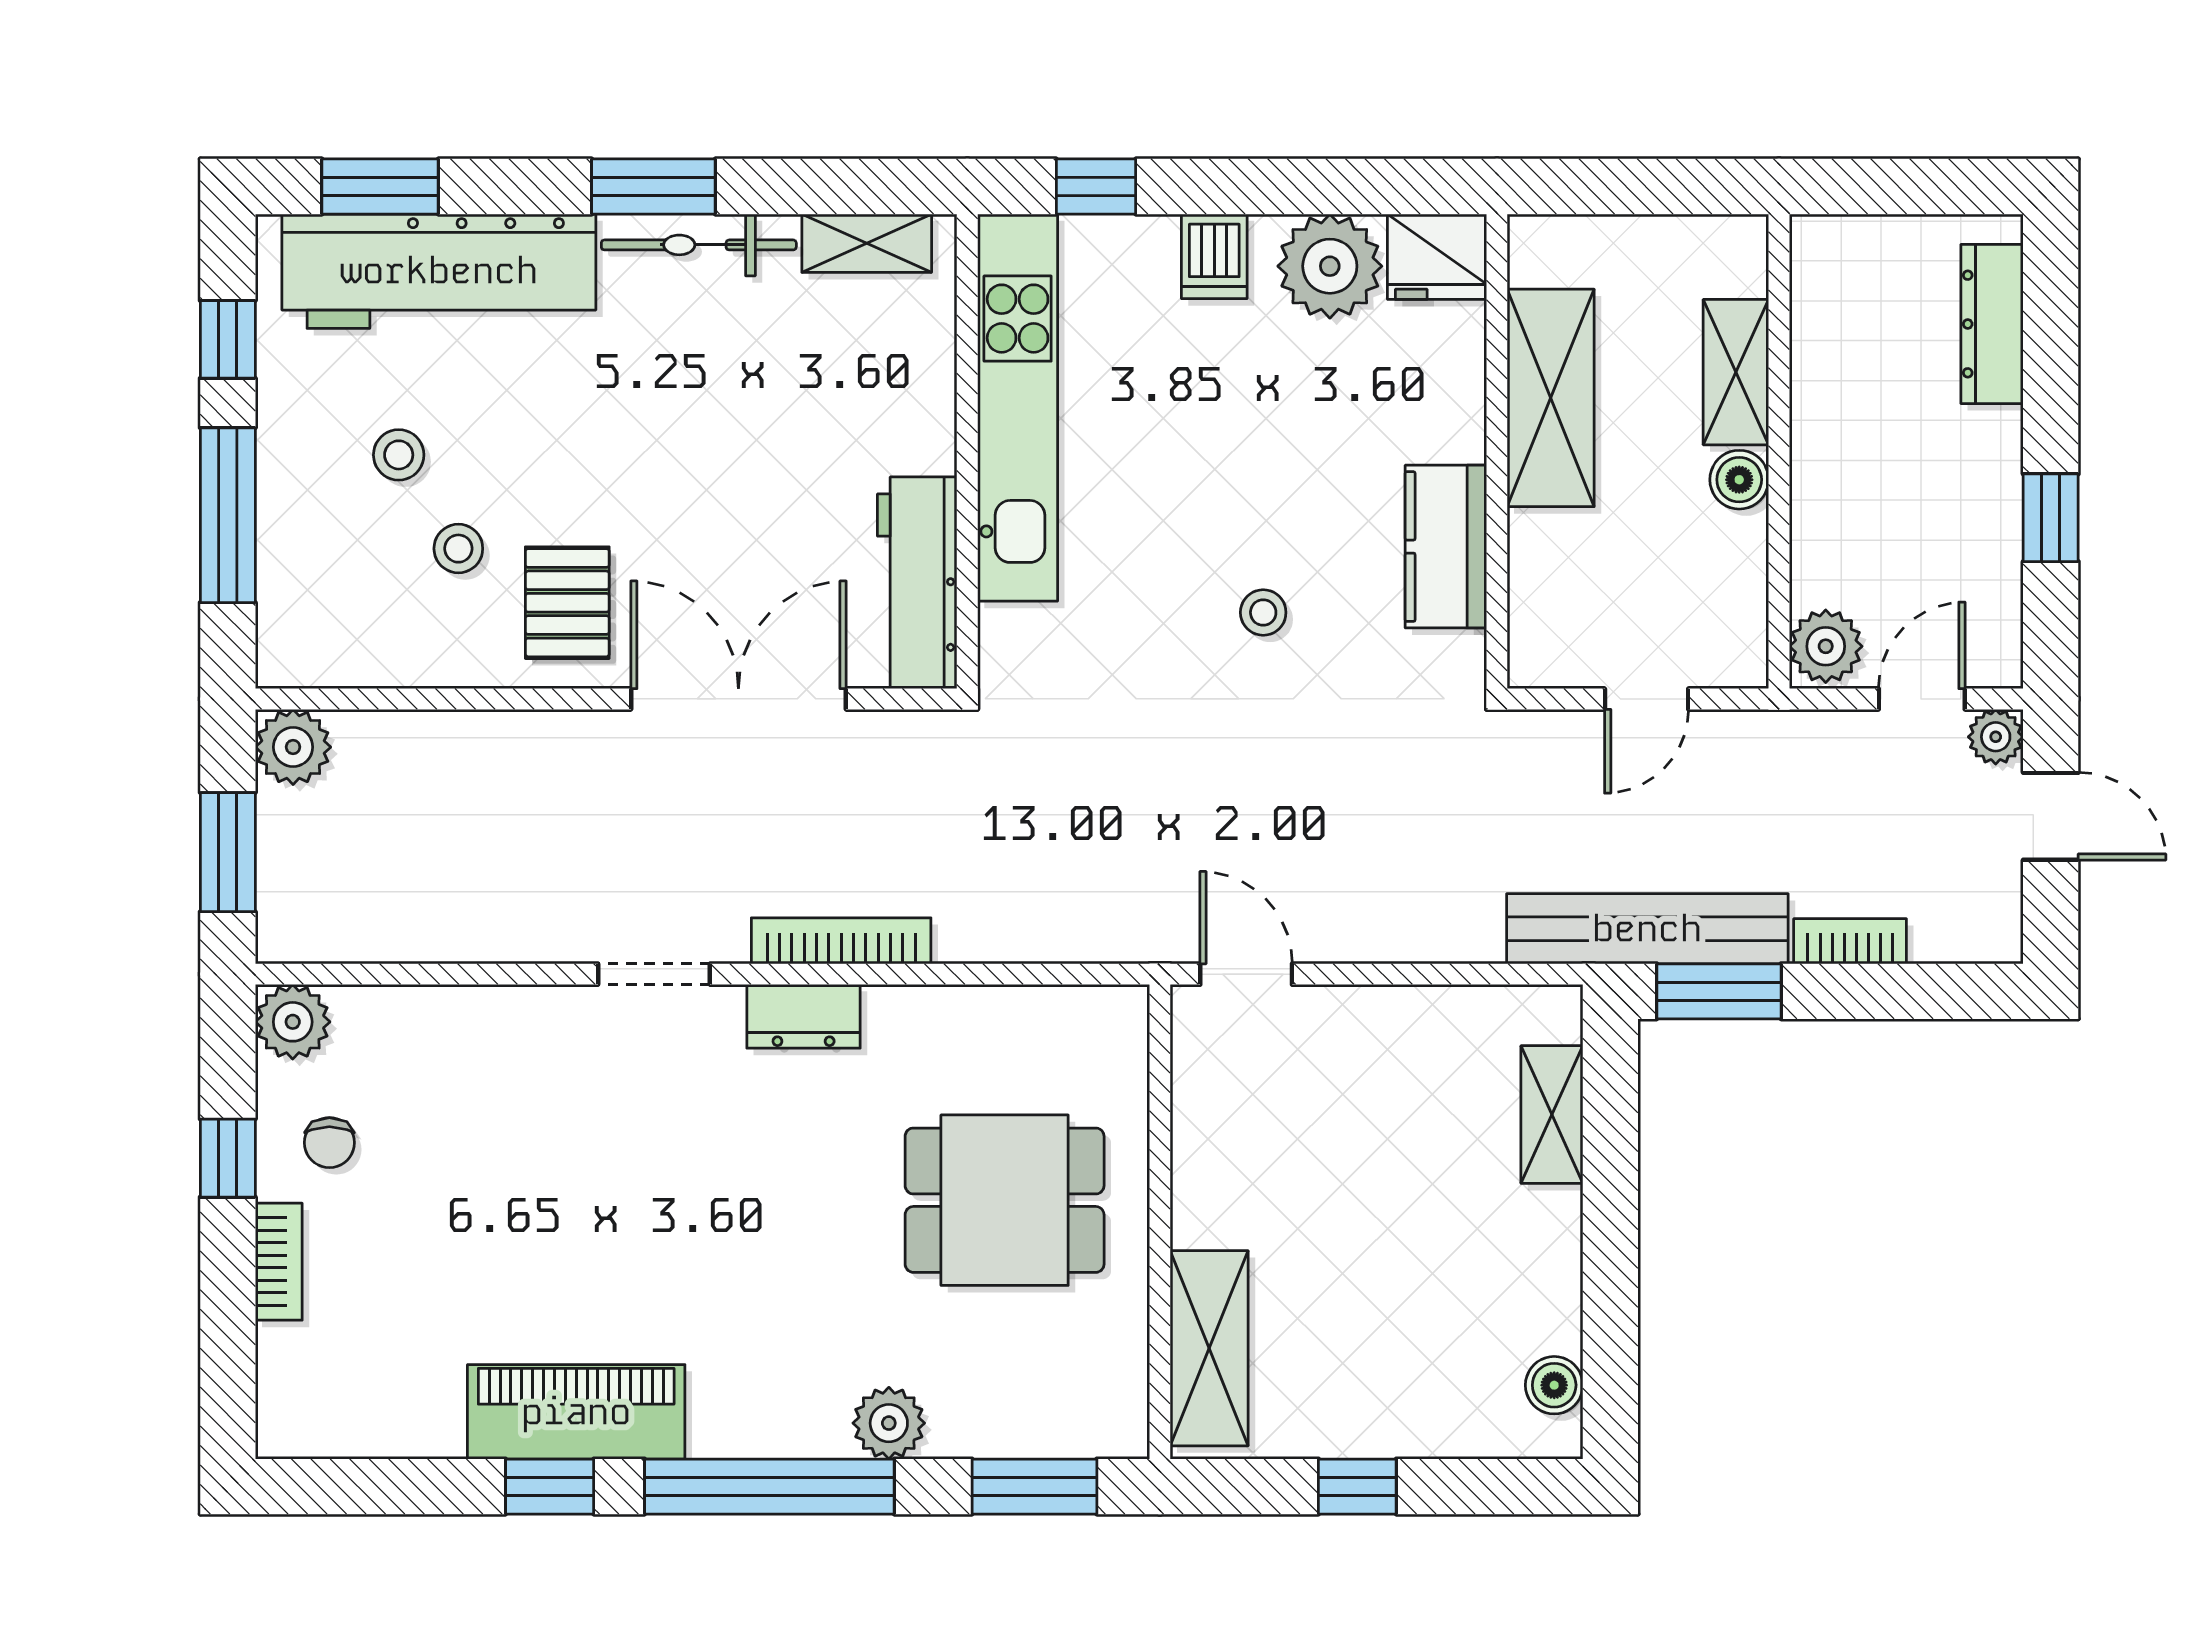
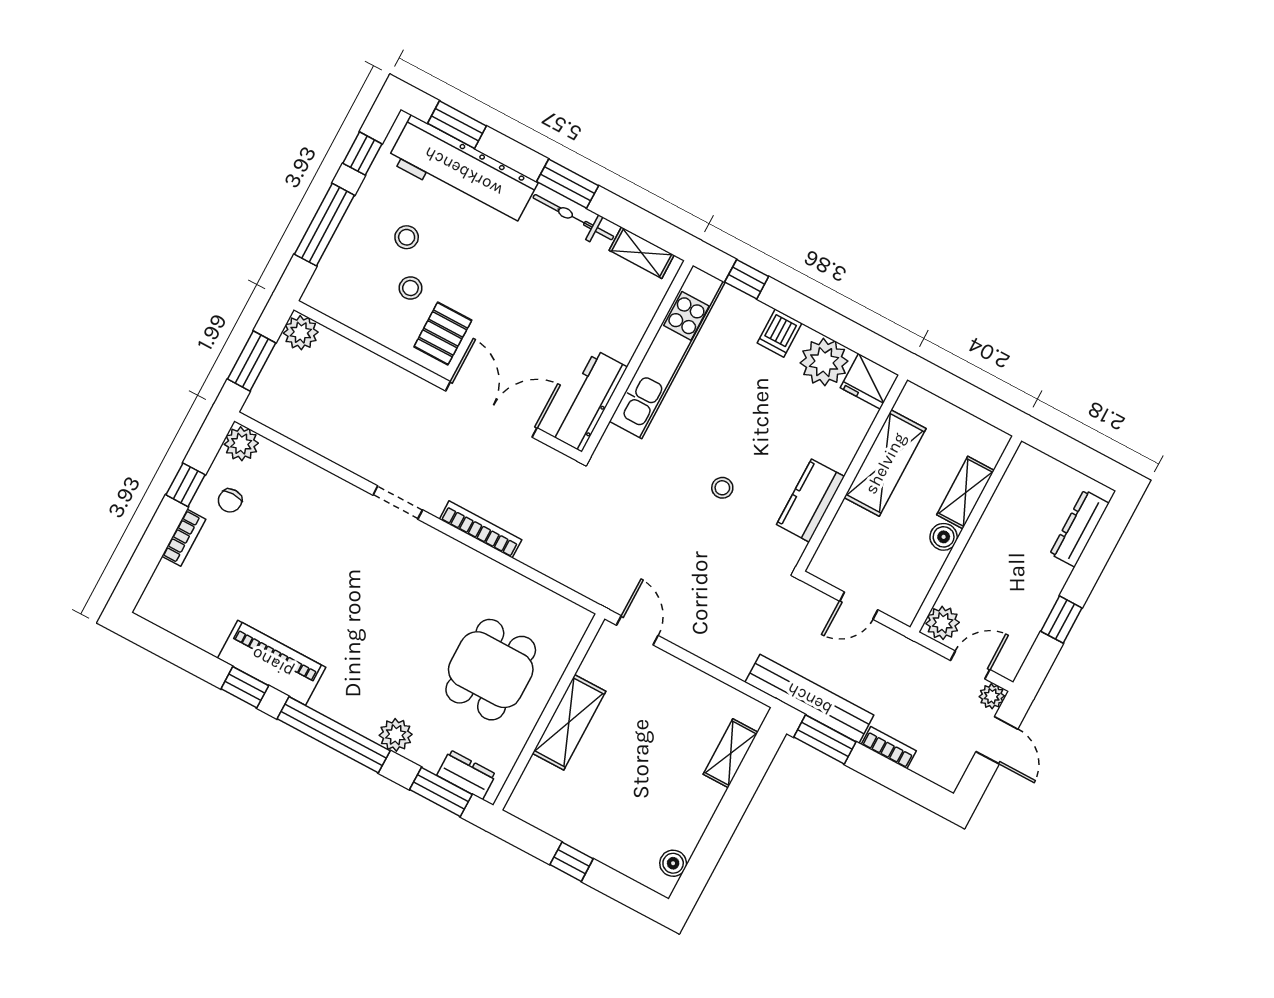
dresser: (804, 1016) -> (466, 775), moved, turned 180
dining table: (1005, 1200) -> (491, 670), turned 90
shelving: (1209, 1348) -> (569, 722), moved

